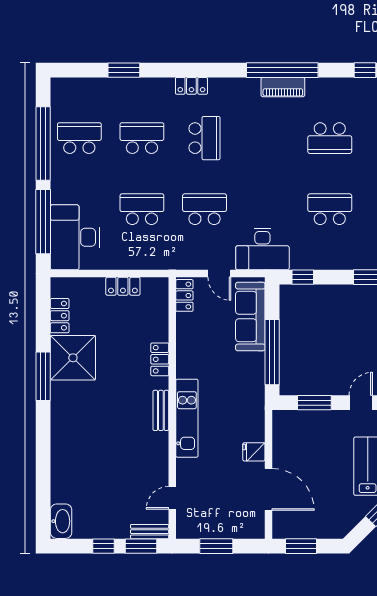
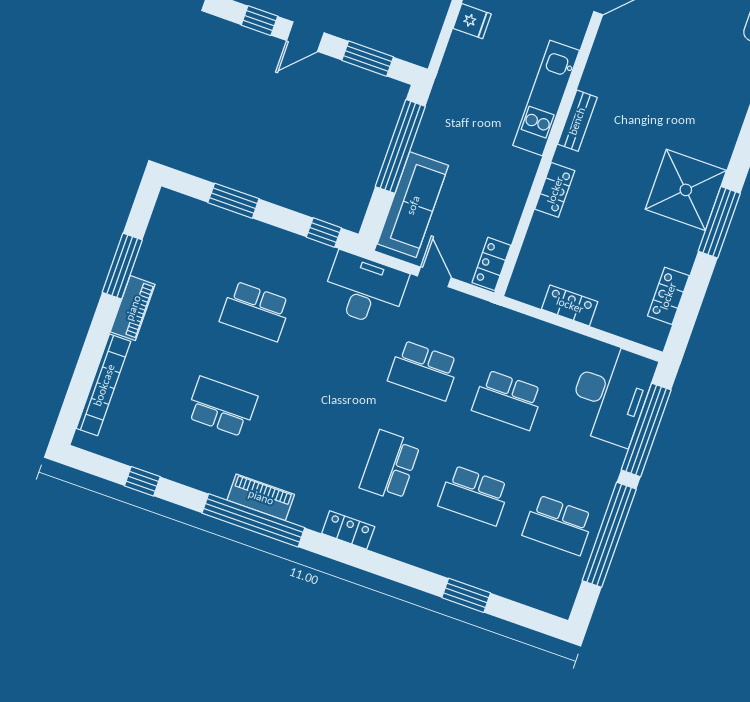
locker: (191, 86) -> (348, 530), moved
shower: (73, 358) -> (686, 190), moved

